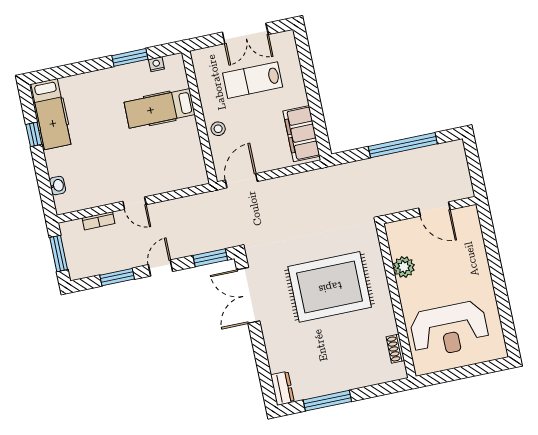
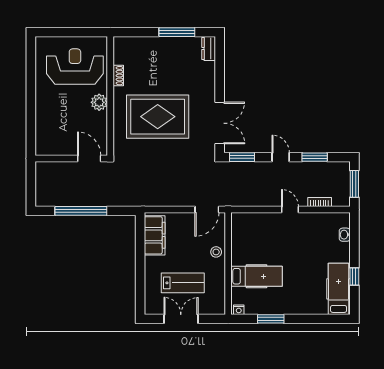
nightstand: (156, 64) -> (239, 310), moved
door: (434, 209) -> (89, 158), moved
plant: (404, 267) -> (99, 102), moved
door: (161, 268) -> (281, 157), swing flipped
shoe rack: (395, 349) -> (118, 76), moved

